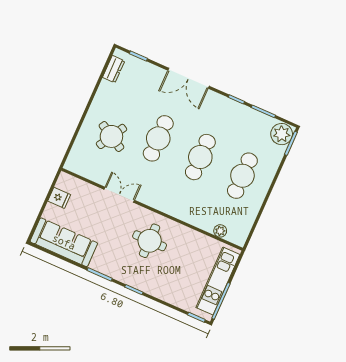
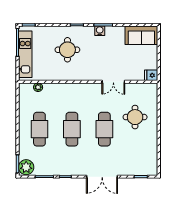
dresser: (114, 69) -> (153, 161), removed
double door: (188, 78) -> (102, 177), swing flipped
round table: (111, 136) -> (135, 117), turned -30
fridge: (59, 198) -> (151, 75), moved
round table: (150, 241) -> (67, 50), moved
sofa: (64, 242) -> (141, 35), width x0.73
water cooler: (108, 269) -> (100, 31), added

